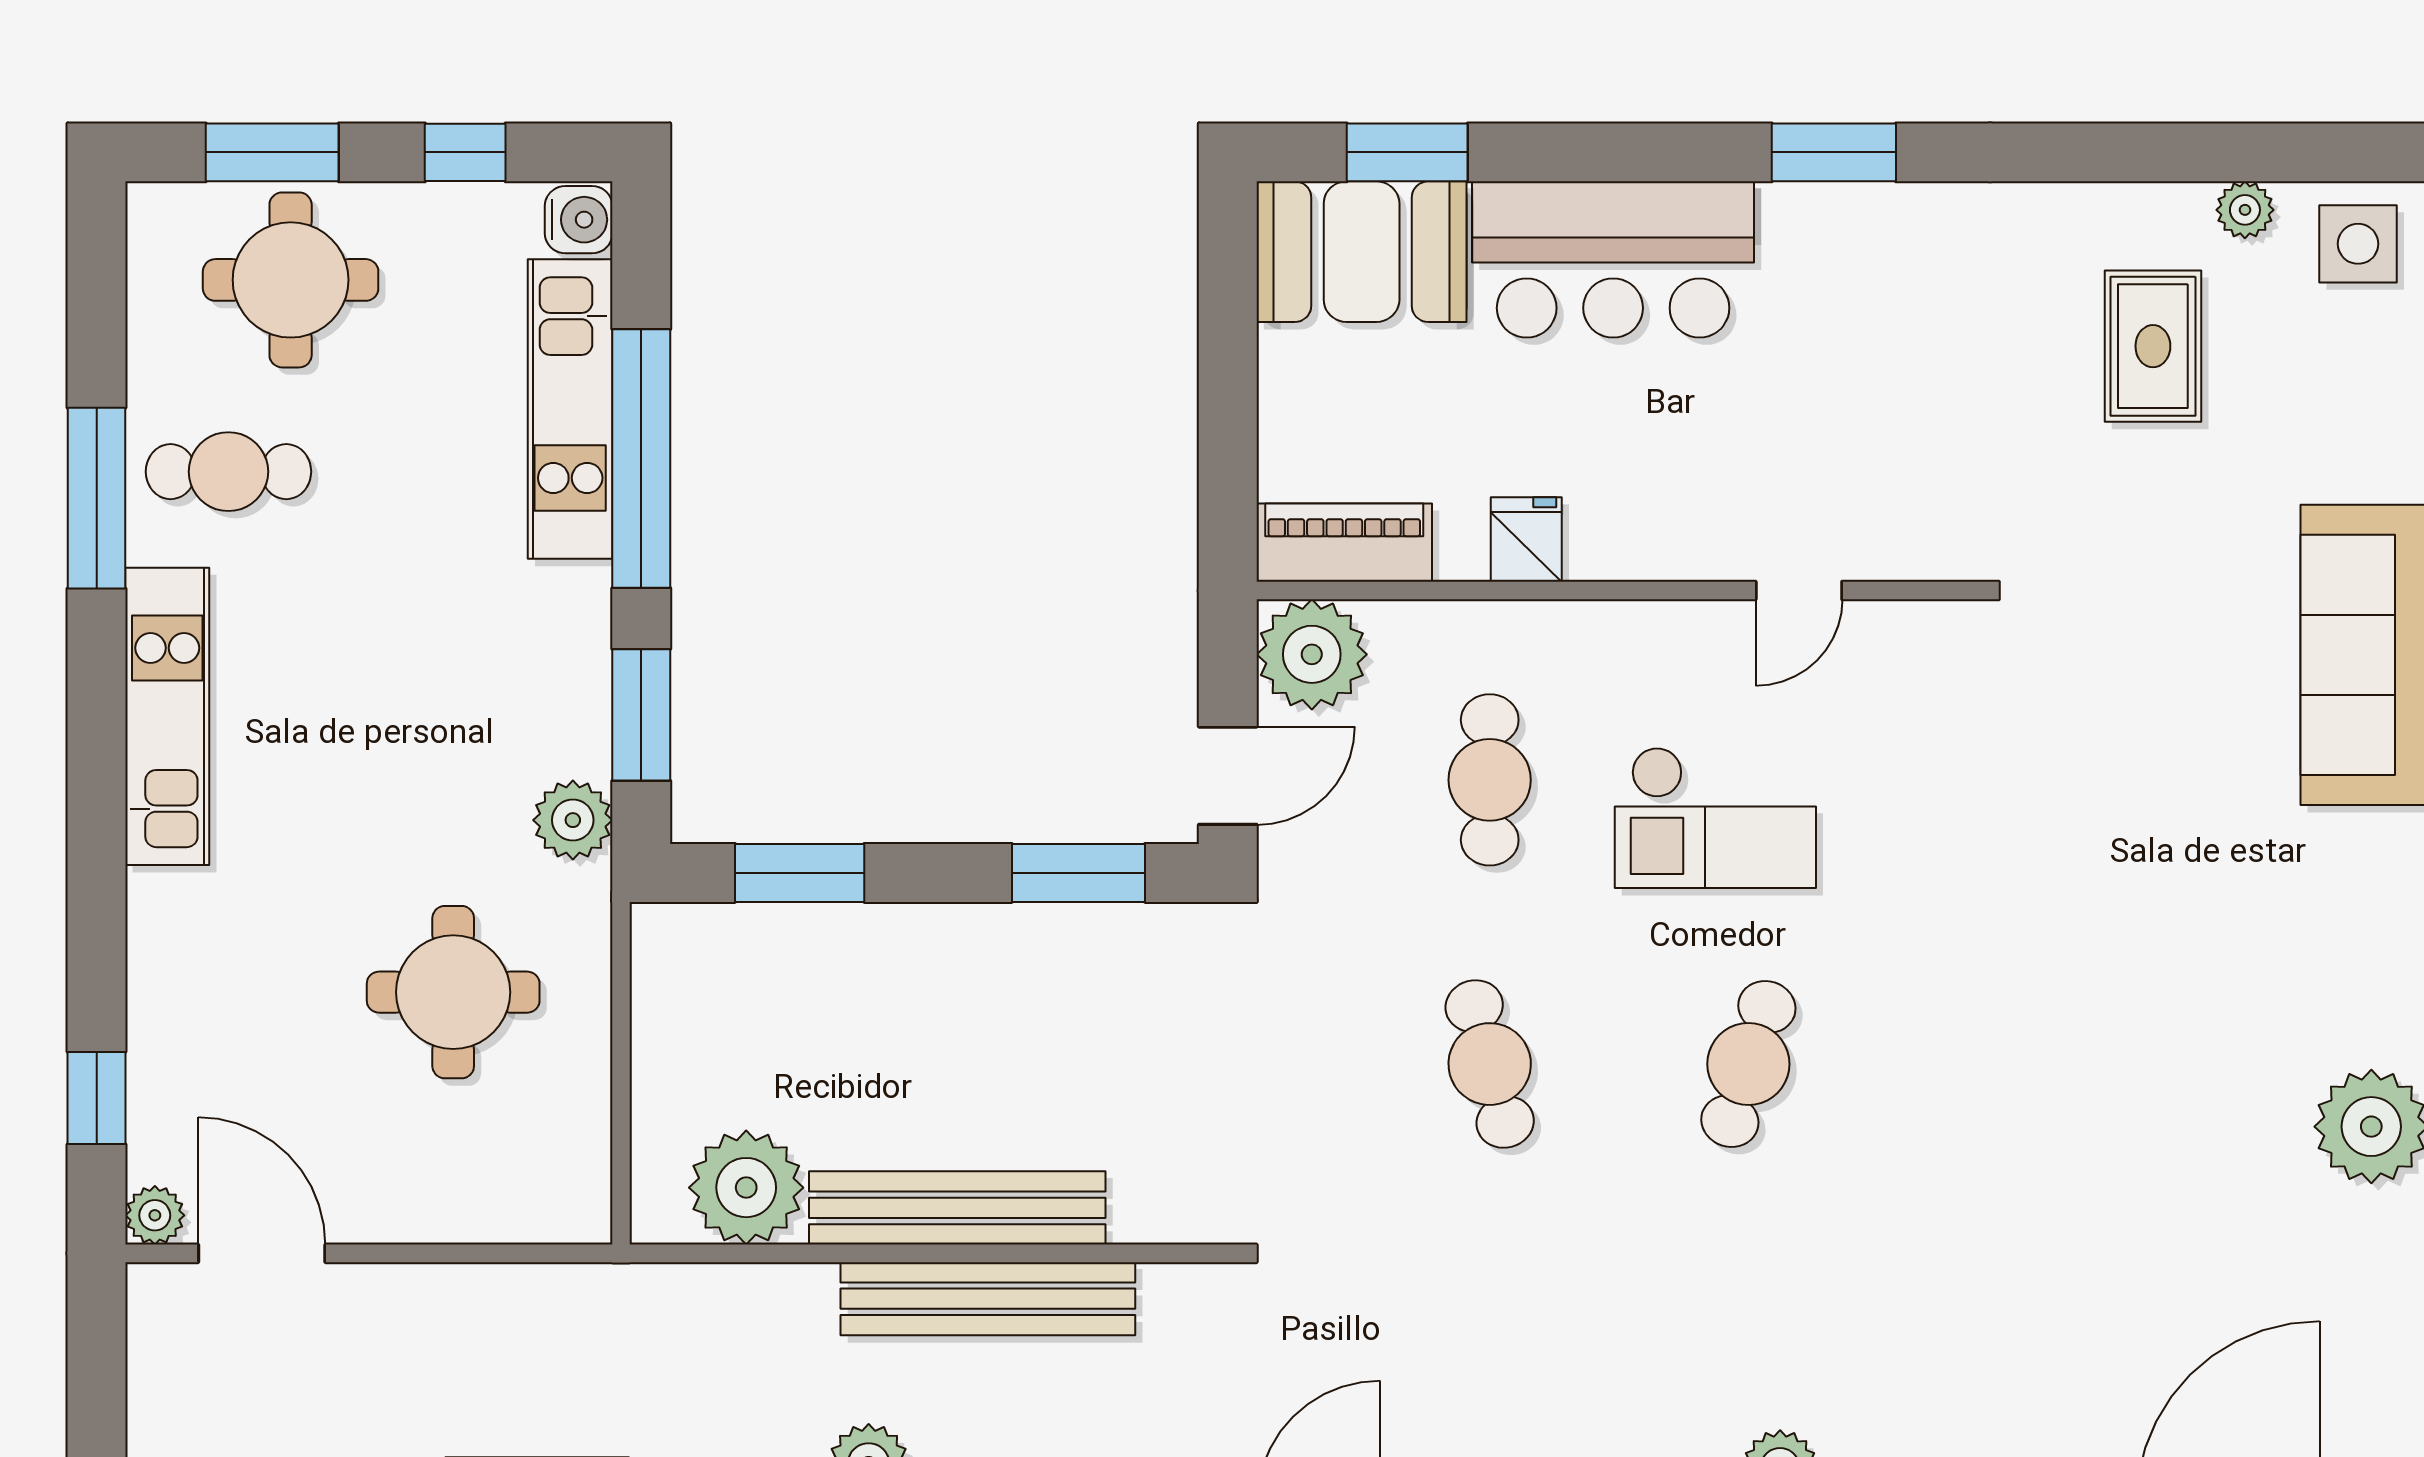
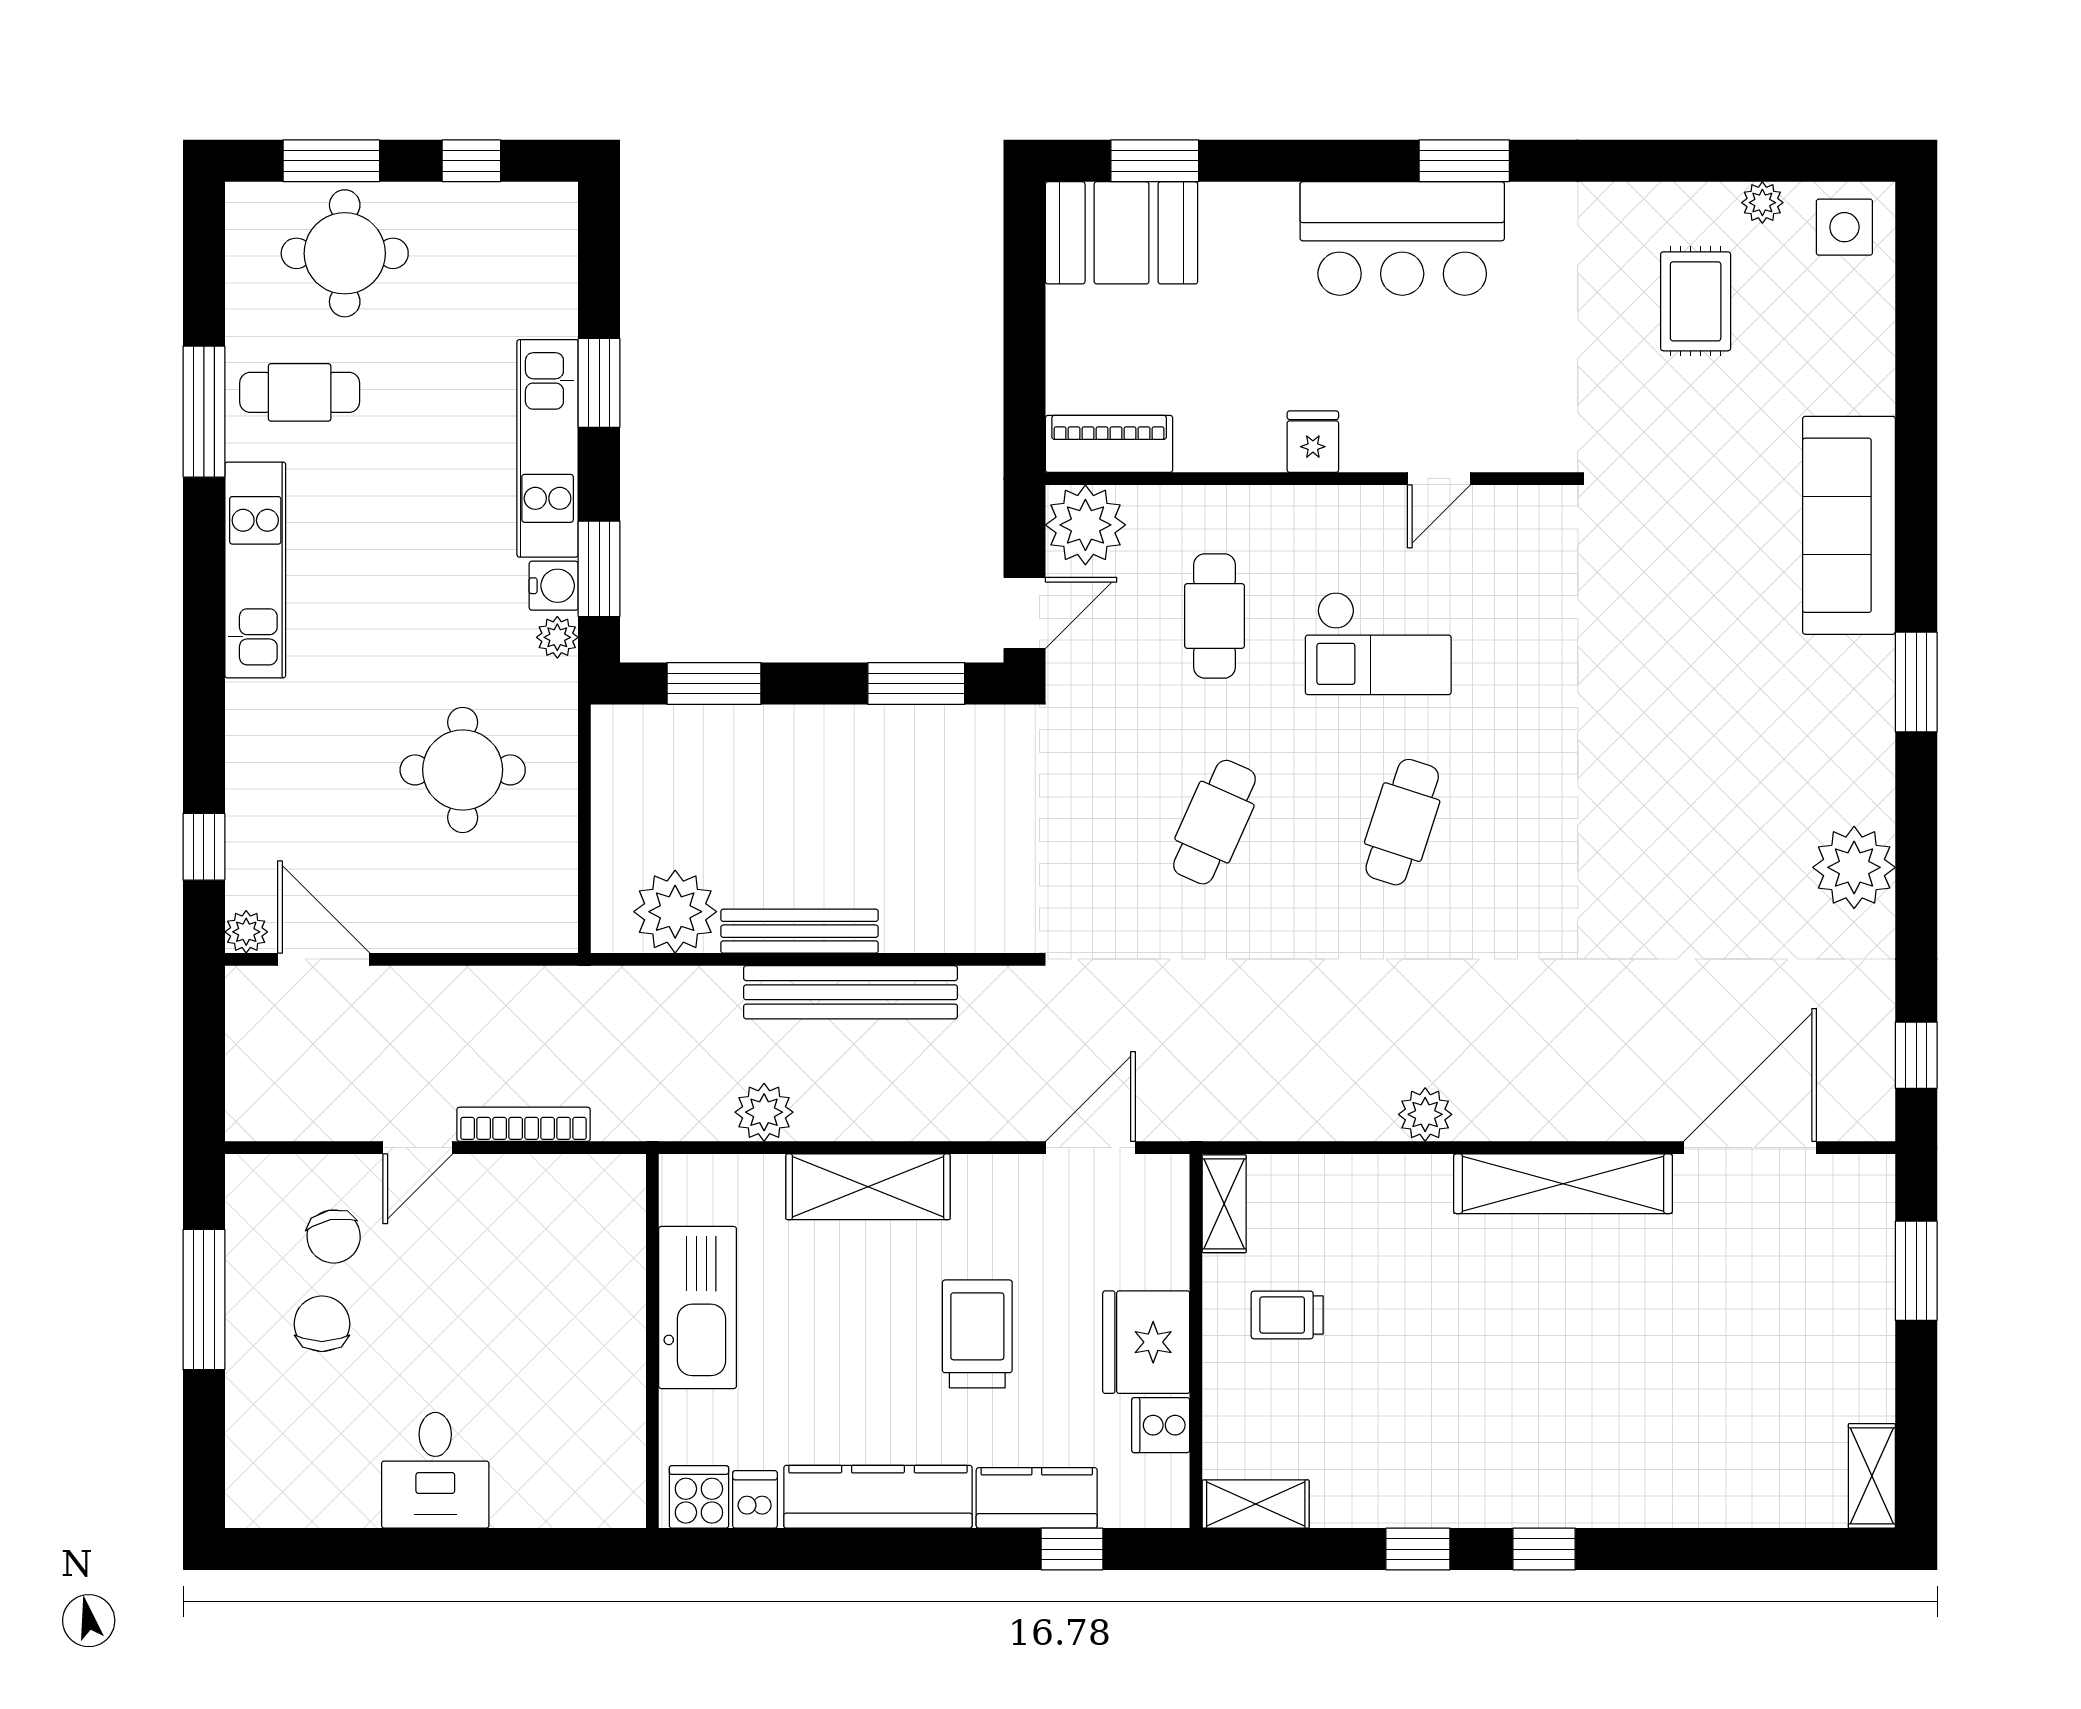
water cooler: (579, 220) -> (554, 586), moved
bar counter: (1613, 259) -> (1402, 238), moved
kitchen unit: (570, 409) -> (548, 448), moved
window: (641, 459) -> (599, 383), width x0.47
fridge: (1526, 540) -> (1313, 442), moved
plant: (573, 820) -> (557, 637), width x0.73, depth x0.73
cafe table: (1490, 1064) -> (1215, 822), turned 39
bench: (957, 1208) -> (800, 931), width x0.73, depth x0.82

